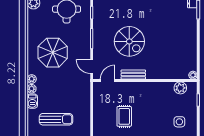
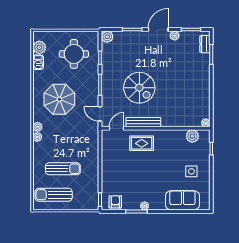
bench: (133, 75) -> (143, 122), width x1.36
barbecue: (32, 101) -> (38, 62), moved
rug: (124, 116) -> (142, 143), moved, turned 90

